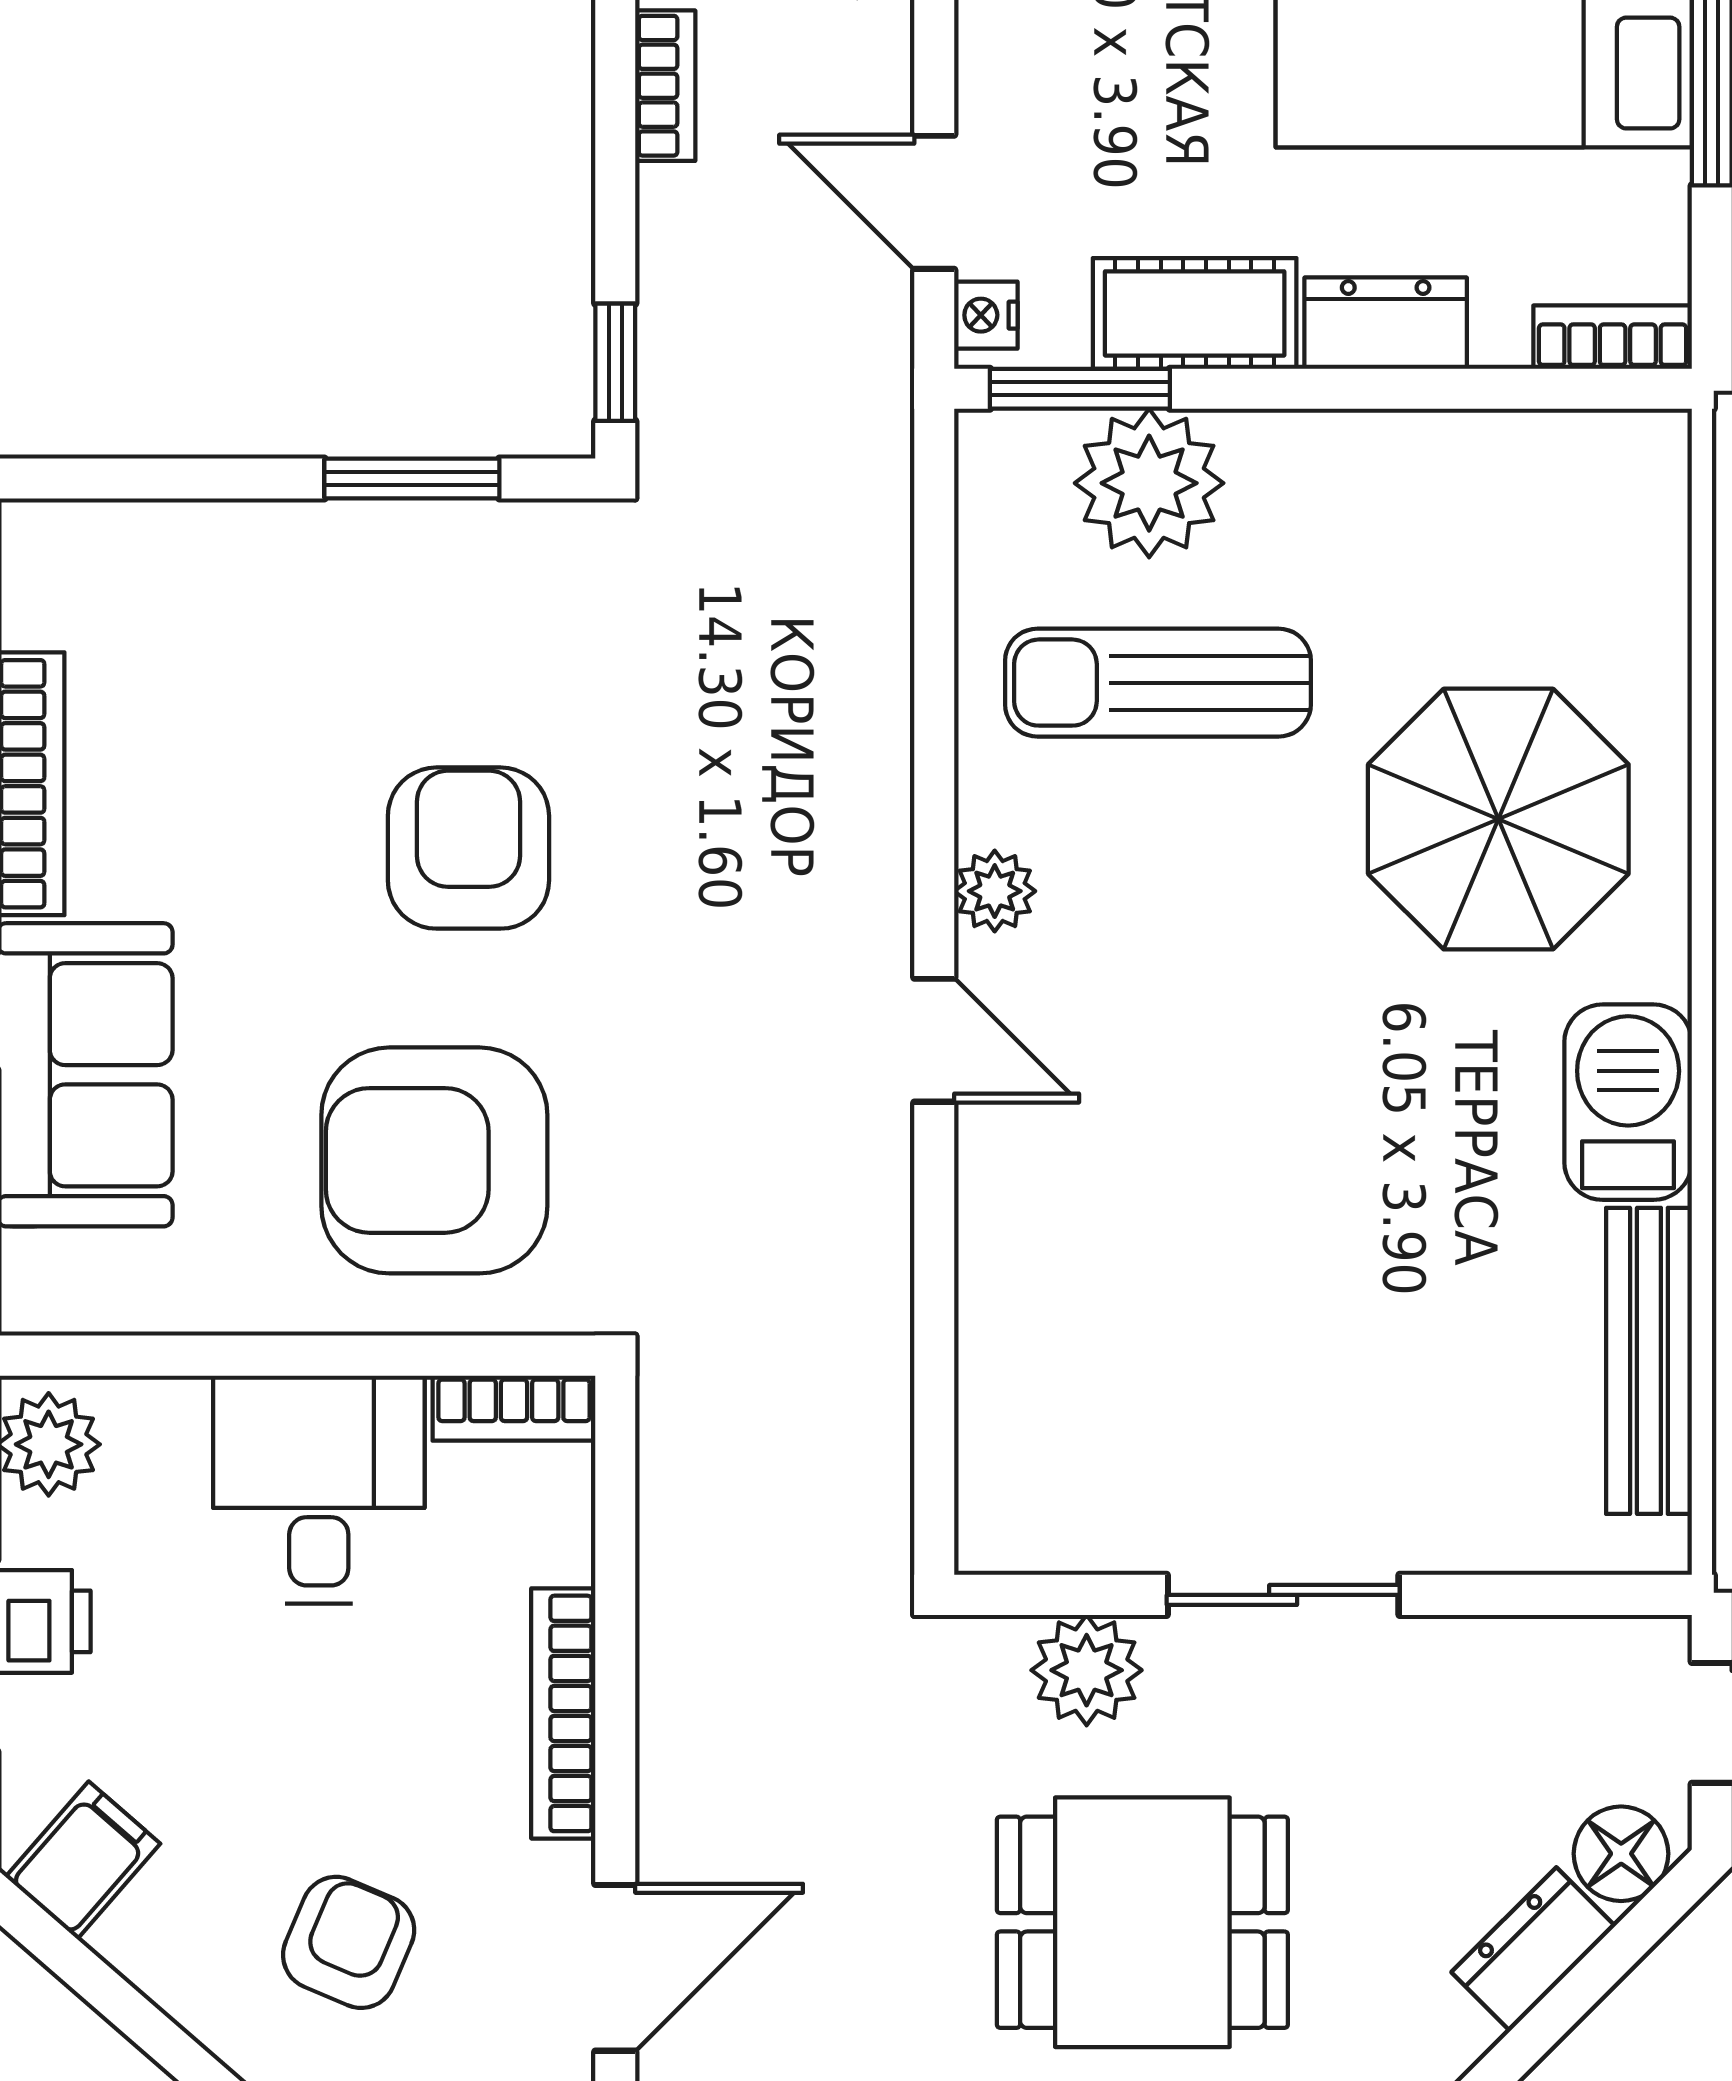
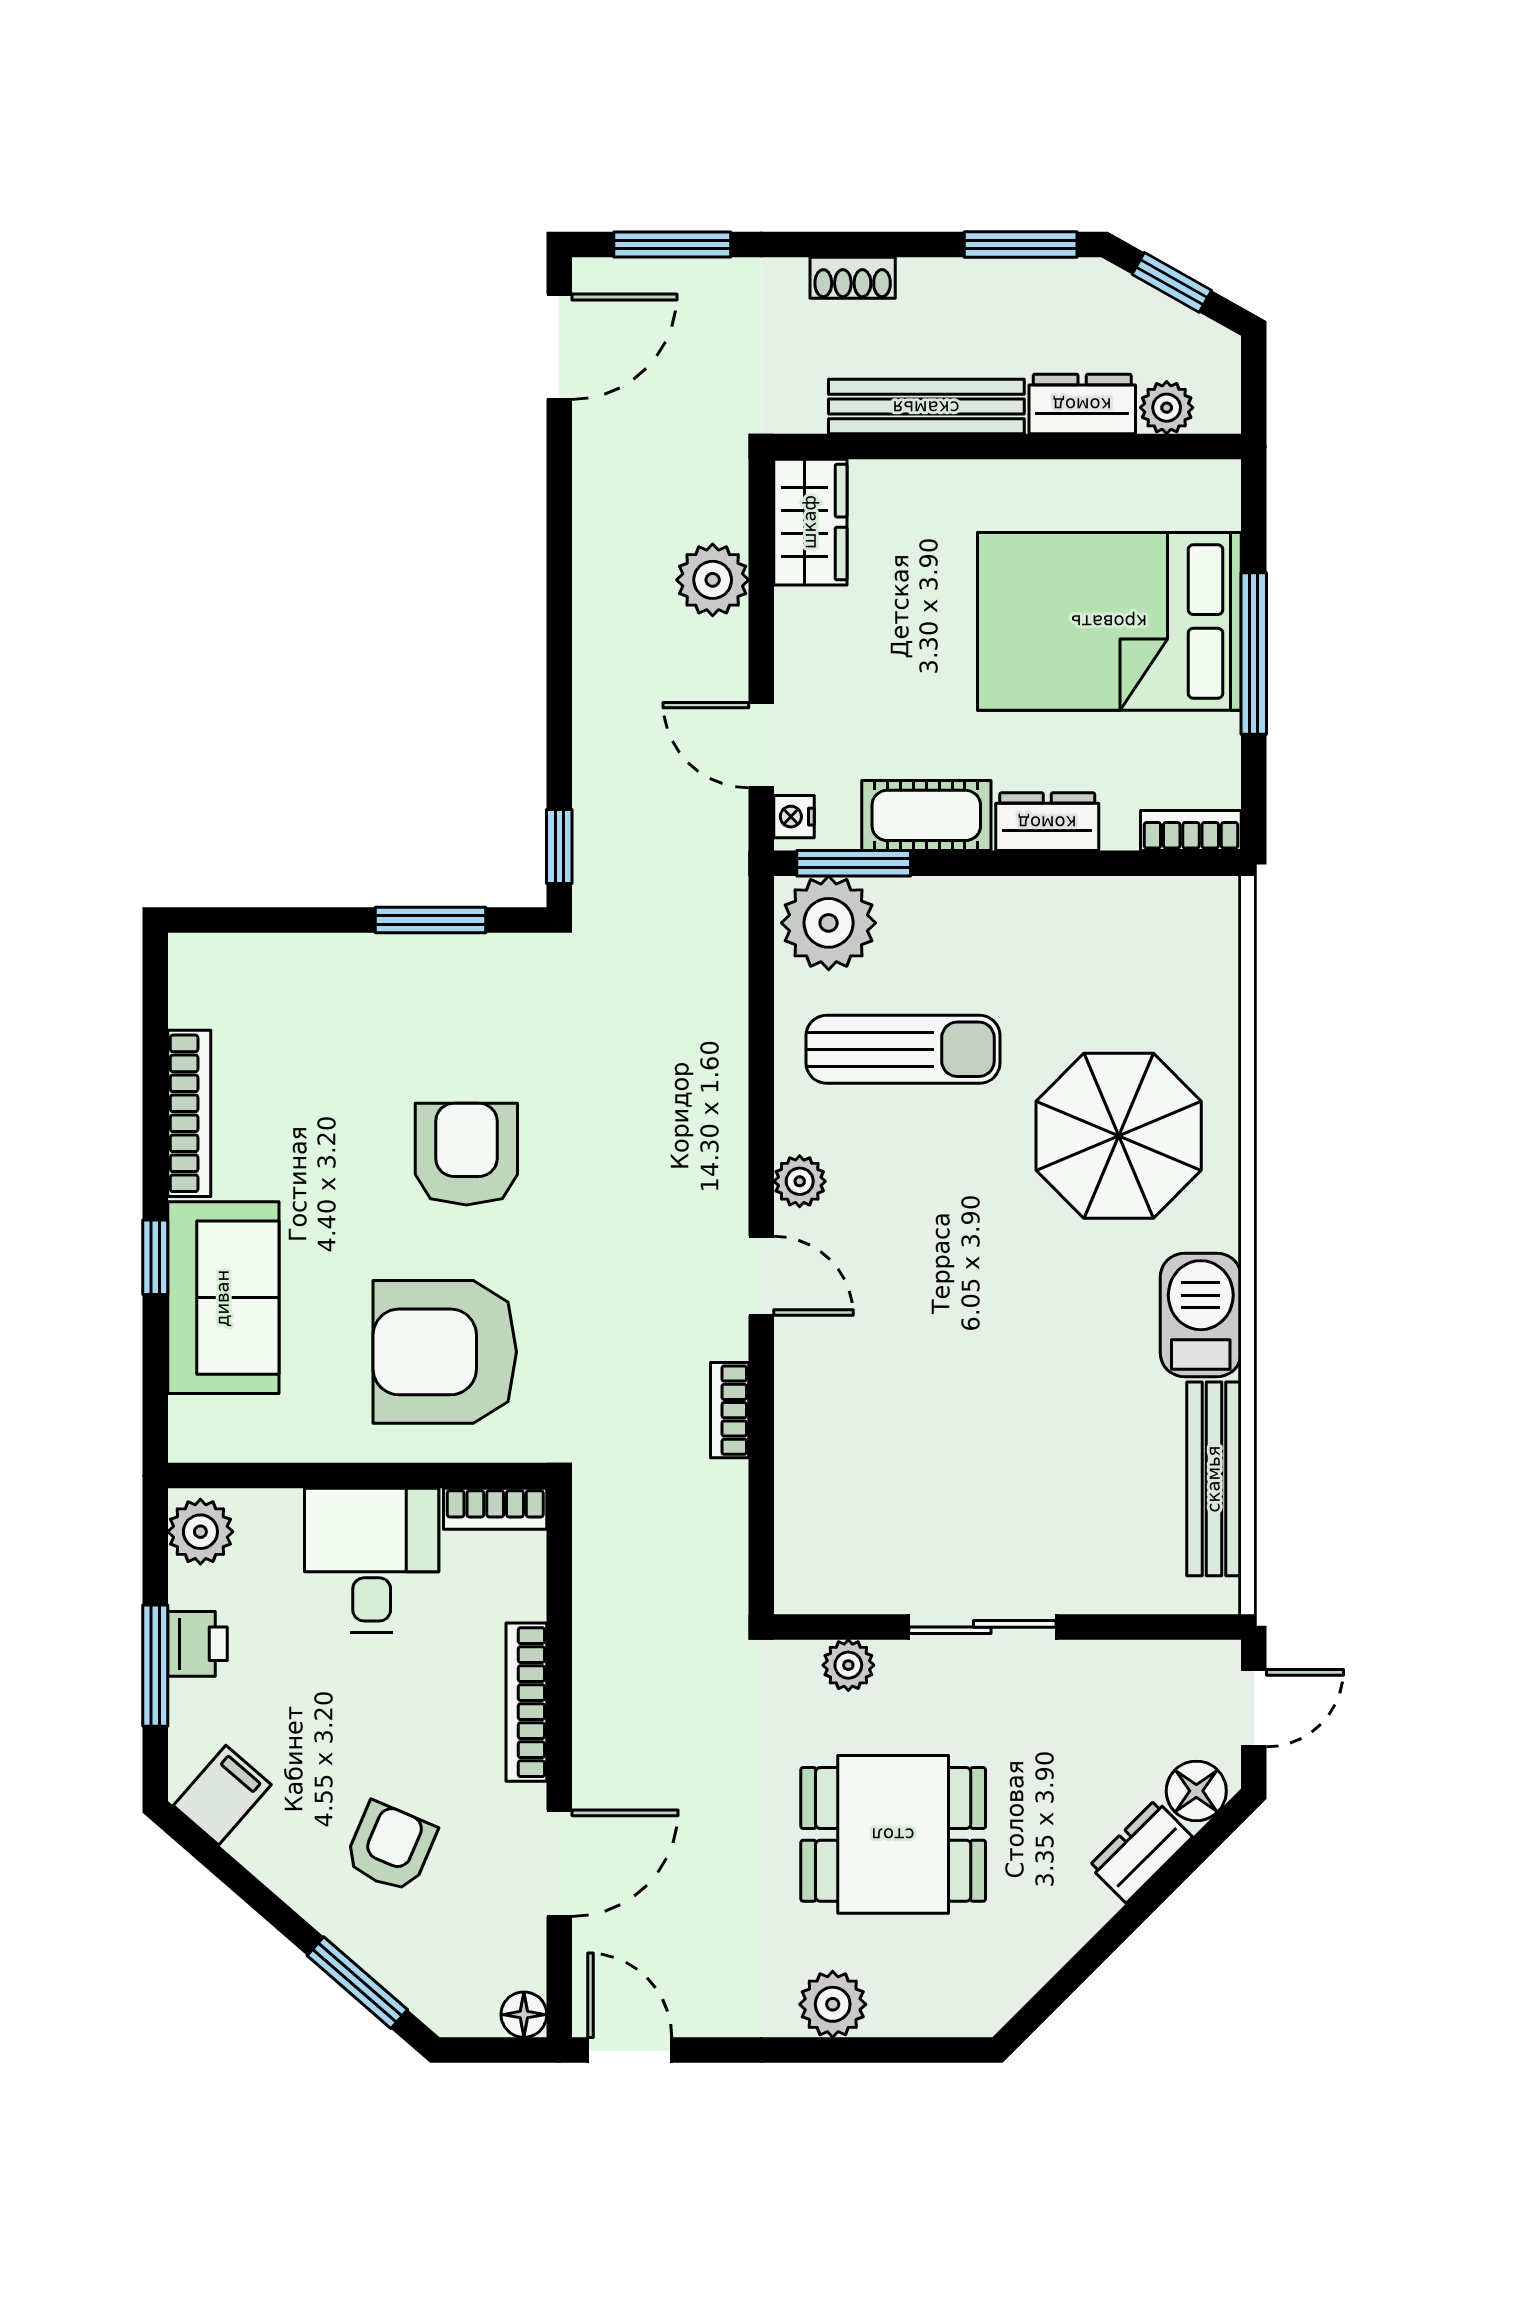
bookcase: (665, 86) -> (730, 1410), moved, turned 180
plant: (1149, 483) -> (829, 923), moved
sun lounger: (1158, 683) -> (903, 1049), turned 180
plant: (1087, 1670) -> (848, 1665), width x0.73, depth x0.73

